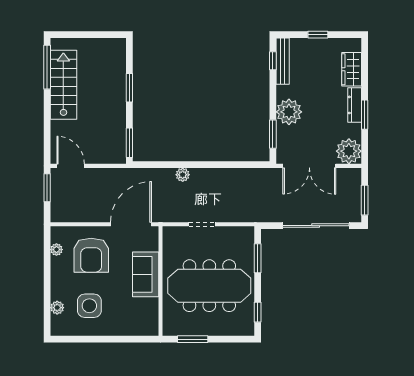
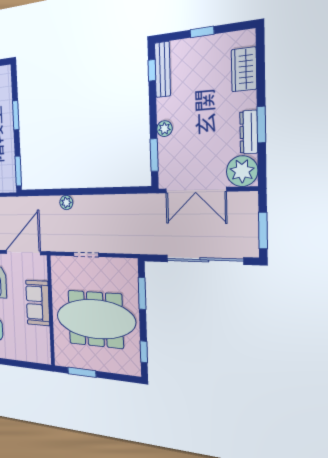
dresser: (355, 105) -> (249, 132), moved
plant: (289, 112) -> (164, 129), width x0.53, depth x0.53

